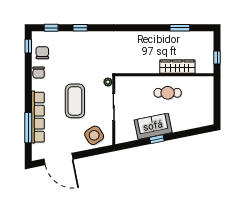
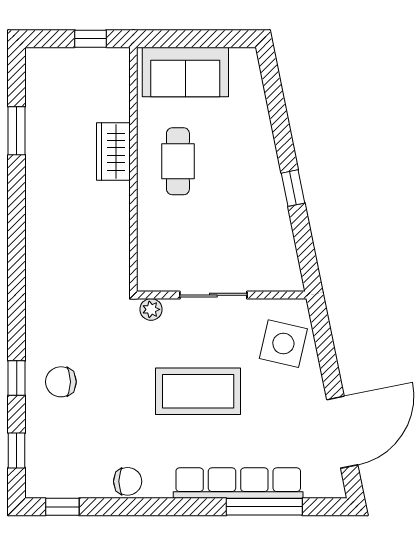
chair: (42, 53) -> (61, 382), moved
wardrobe: (177, 67) -> (113, 152), width x0.67
sofa: (153, 126) -> (185, 72), moved, turned -79
side table: (94, 135) -> (283, 344), turned 45

